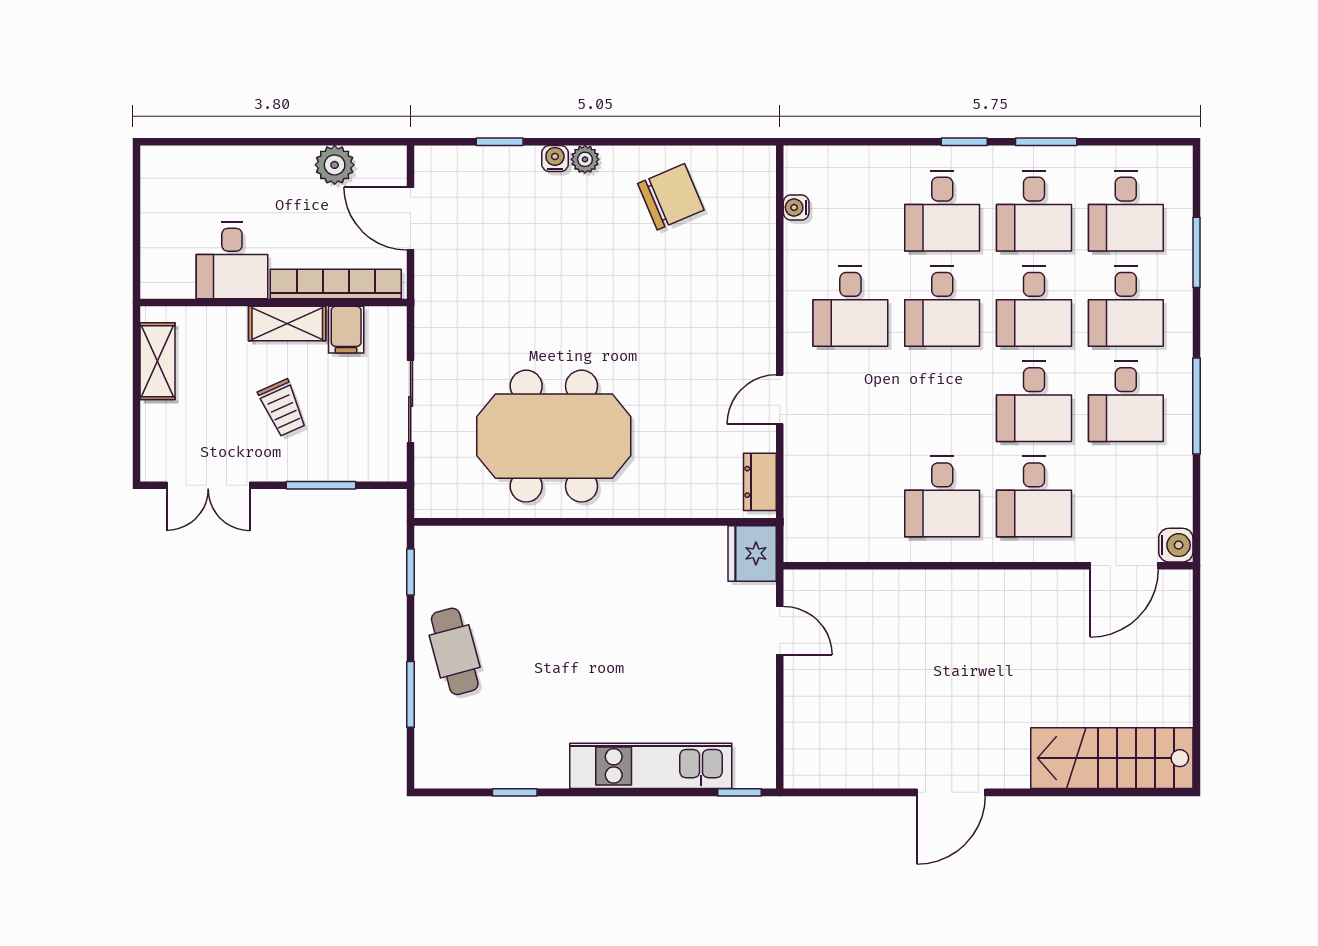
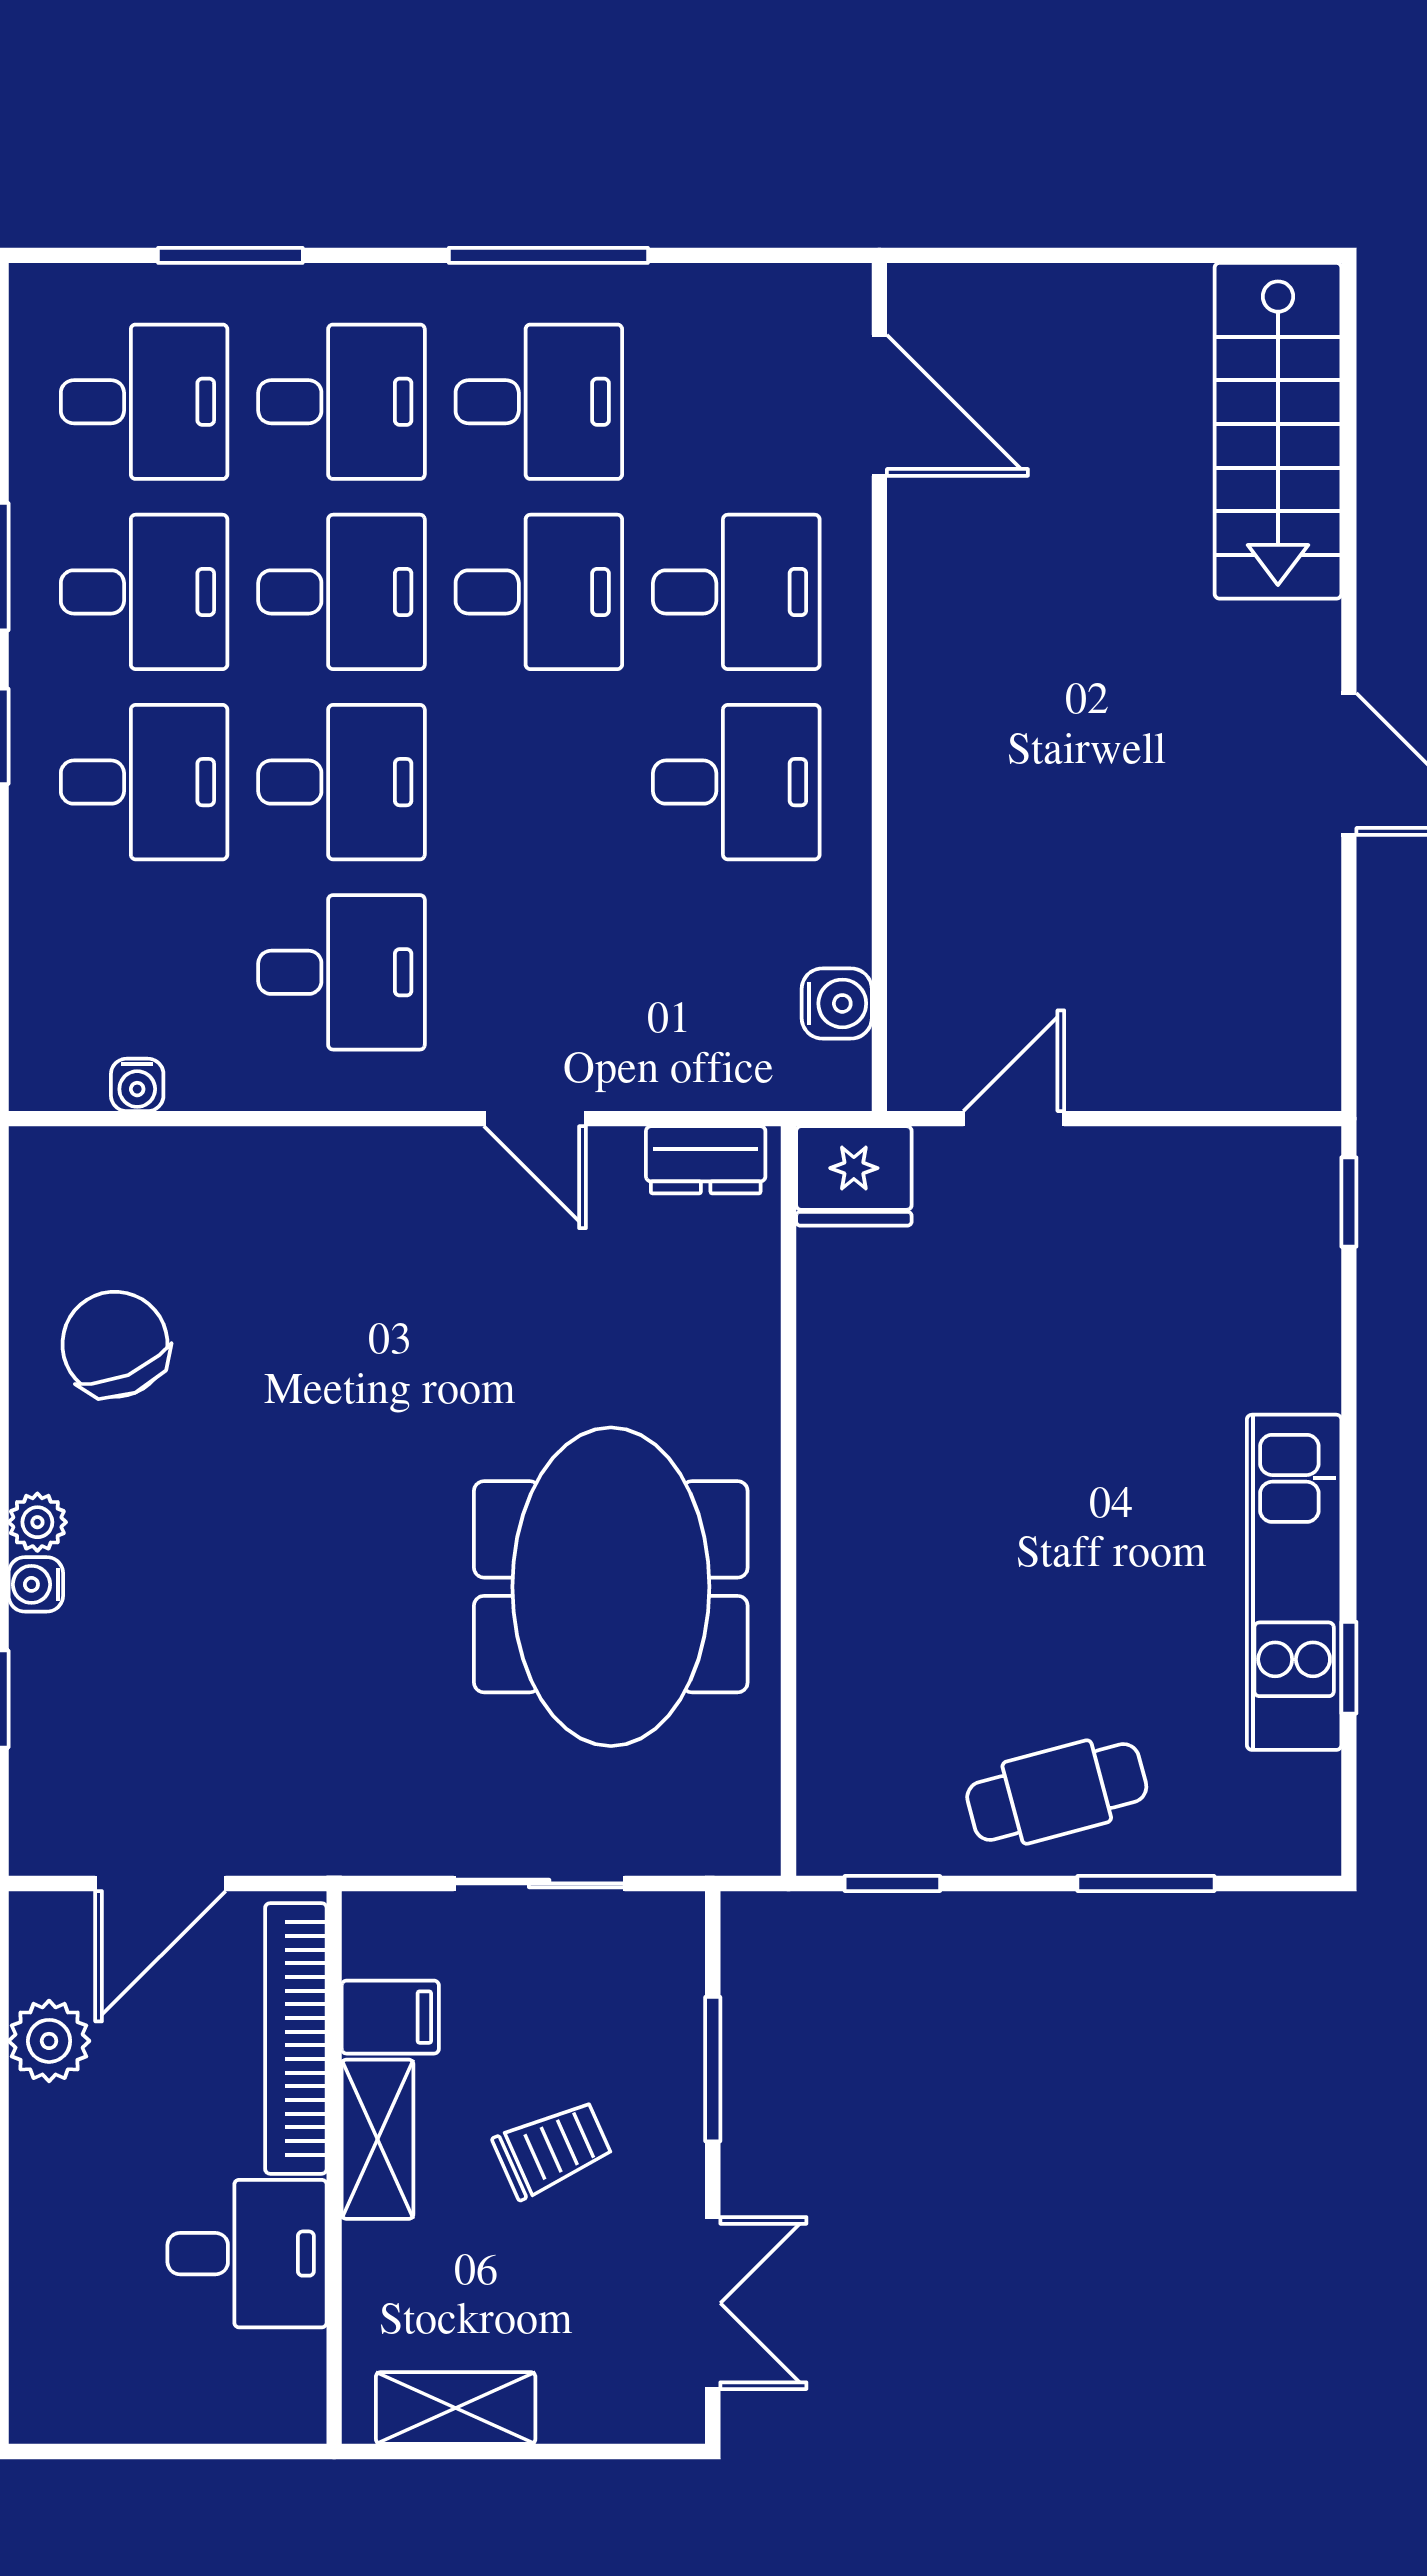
water cooler: (1176, 545) -> (837, 1003), moved, turned 90
kitchen unit: (651, 766) -> (1294, 1582), moved

